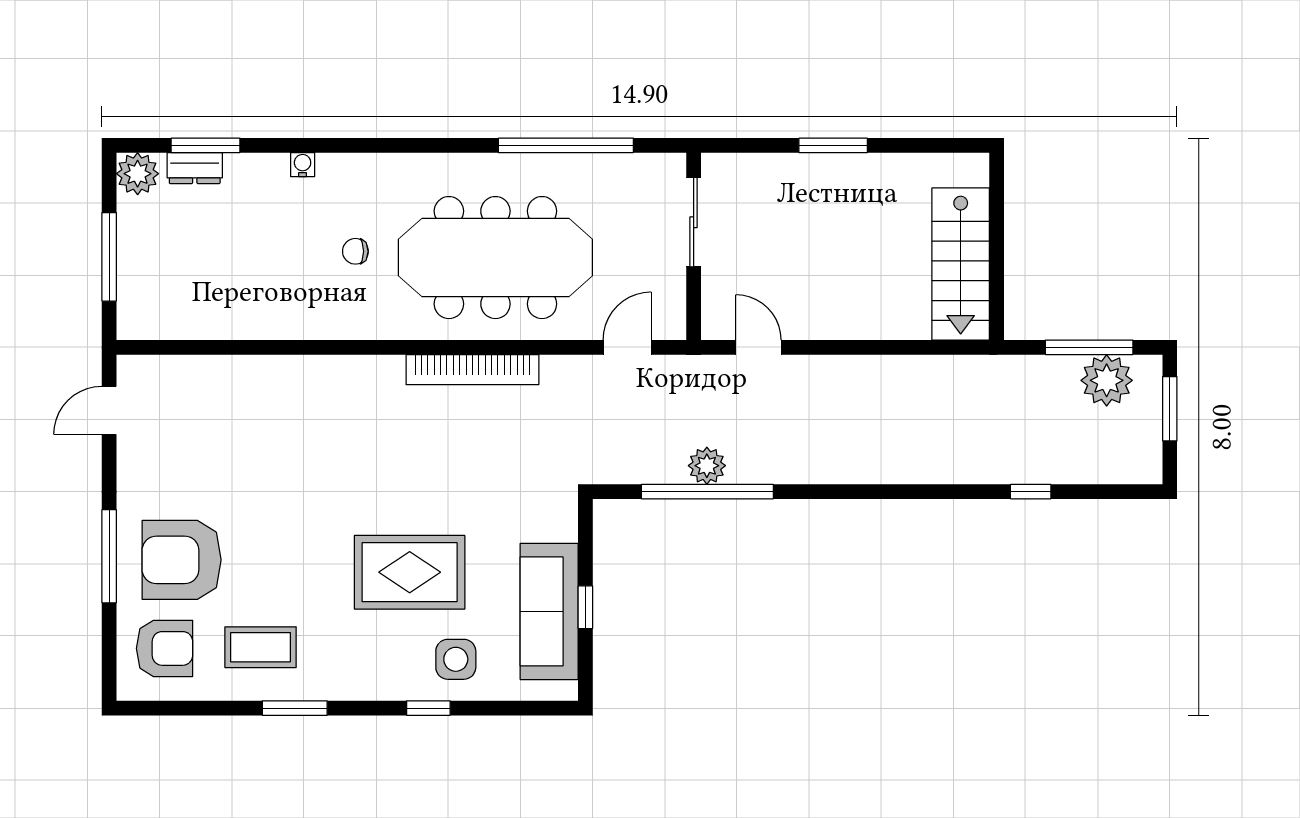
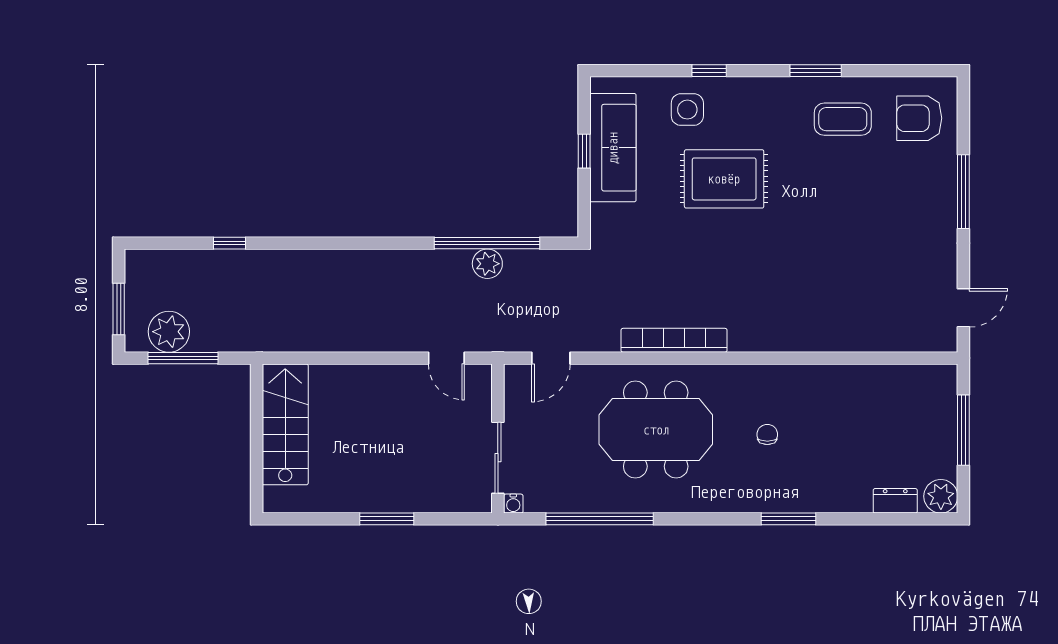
window: (206, 145) -> (788, 519), moved
water cooler: (303, 165) -> (513, 504), moved
chair: (355, 251) -> (767, 434), turned -90
meeting table: (495, 258) -> (656, 430), width x0.73
armchair: (182, 560) -> (906, 189), removed

